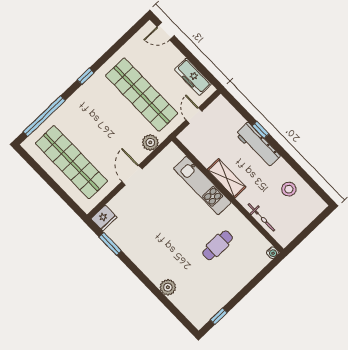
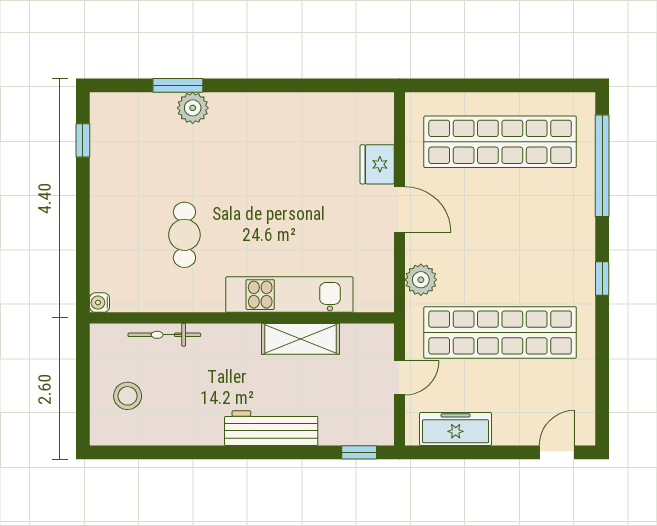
door: (194, 116) -> (400, 378), hinge flipped
window: (260, 130) -> (359, 452), moved
shelving: (227, 178) -> (300, 339), moved
stool: (289, 189) -> (128, 396), moved
fridge: (104, 218) -> (377, 164), moved
window: (110, 244) -> (178, 85), moved

